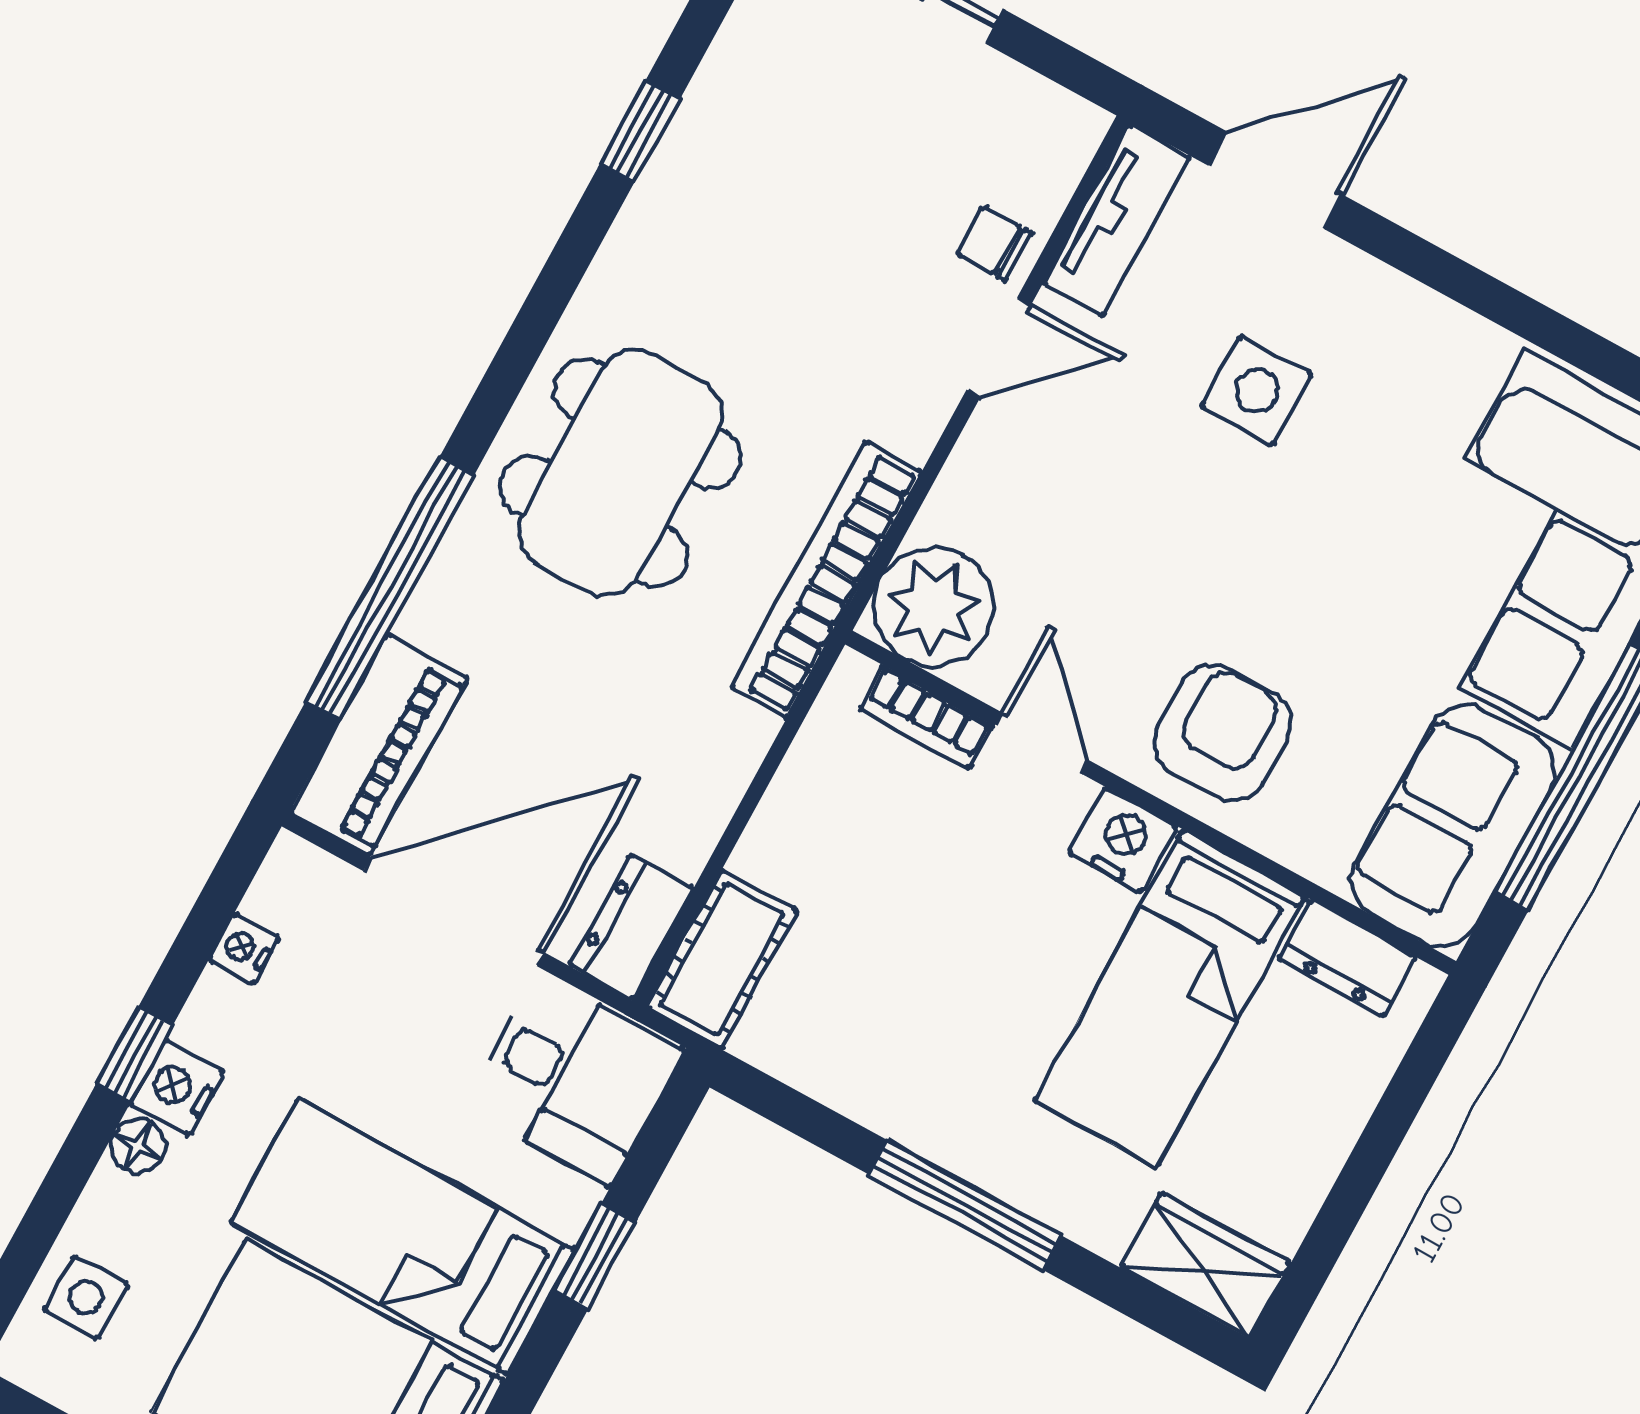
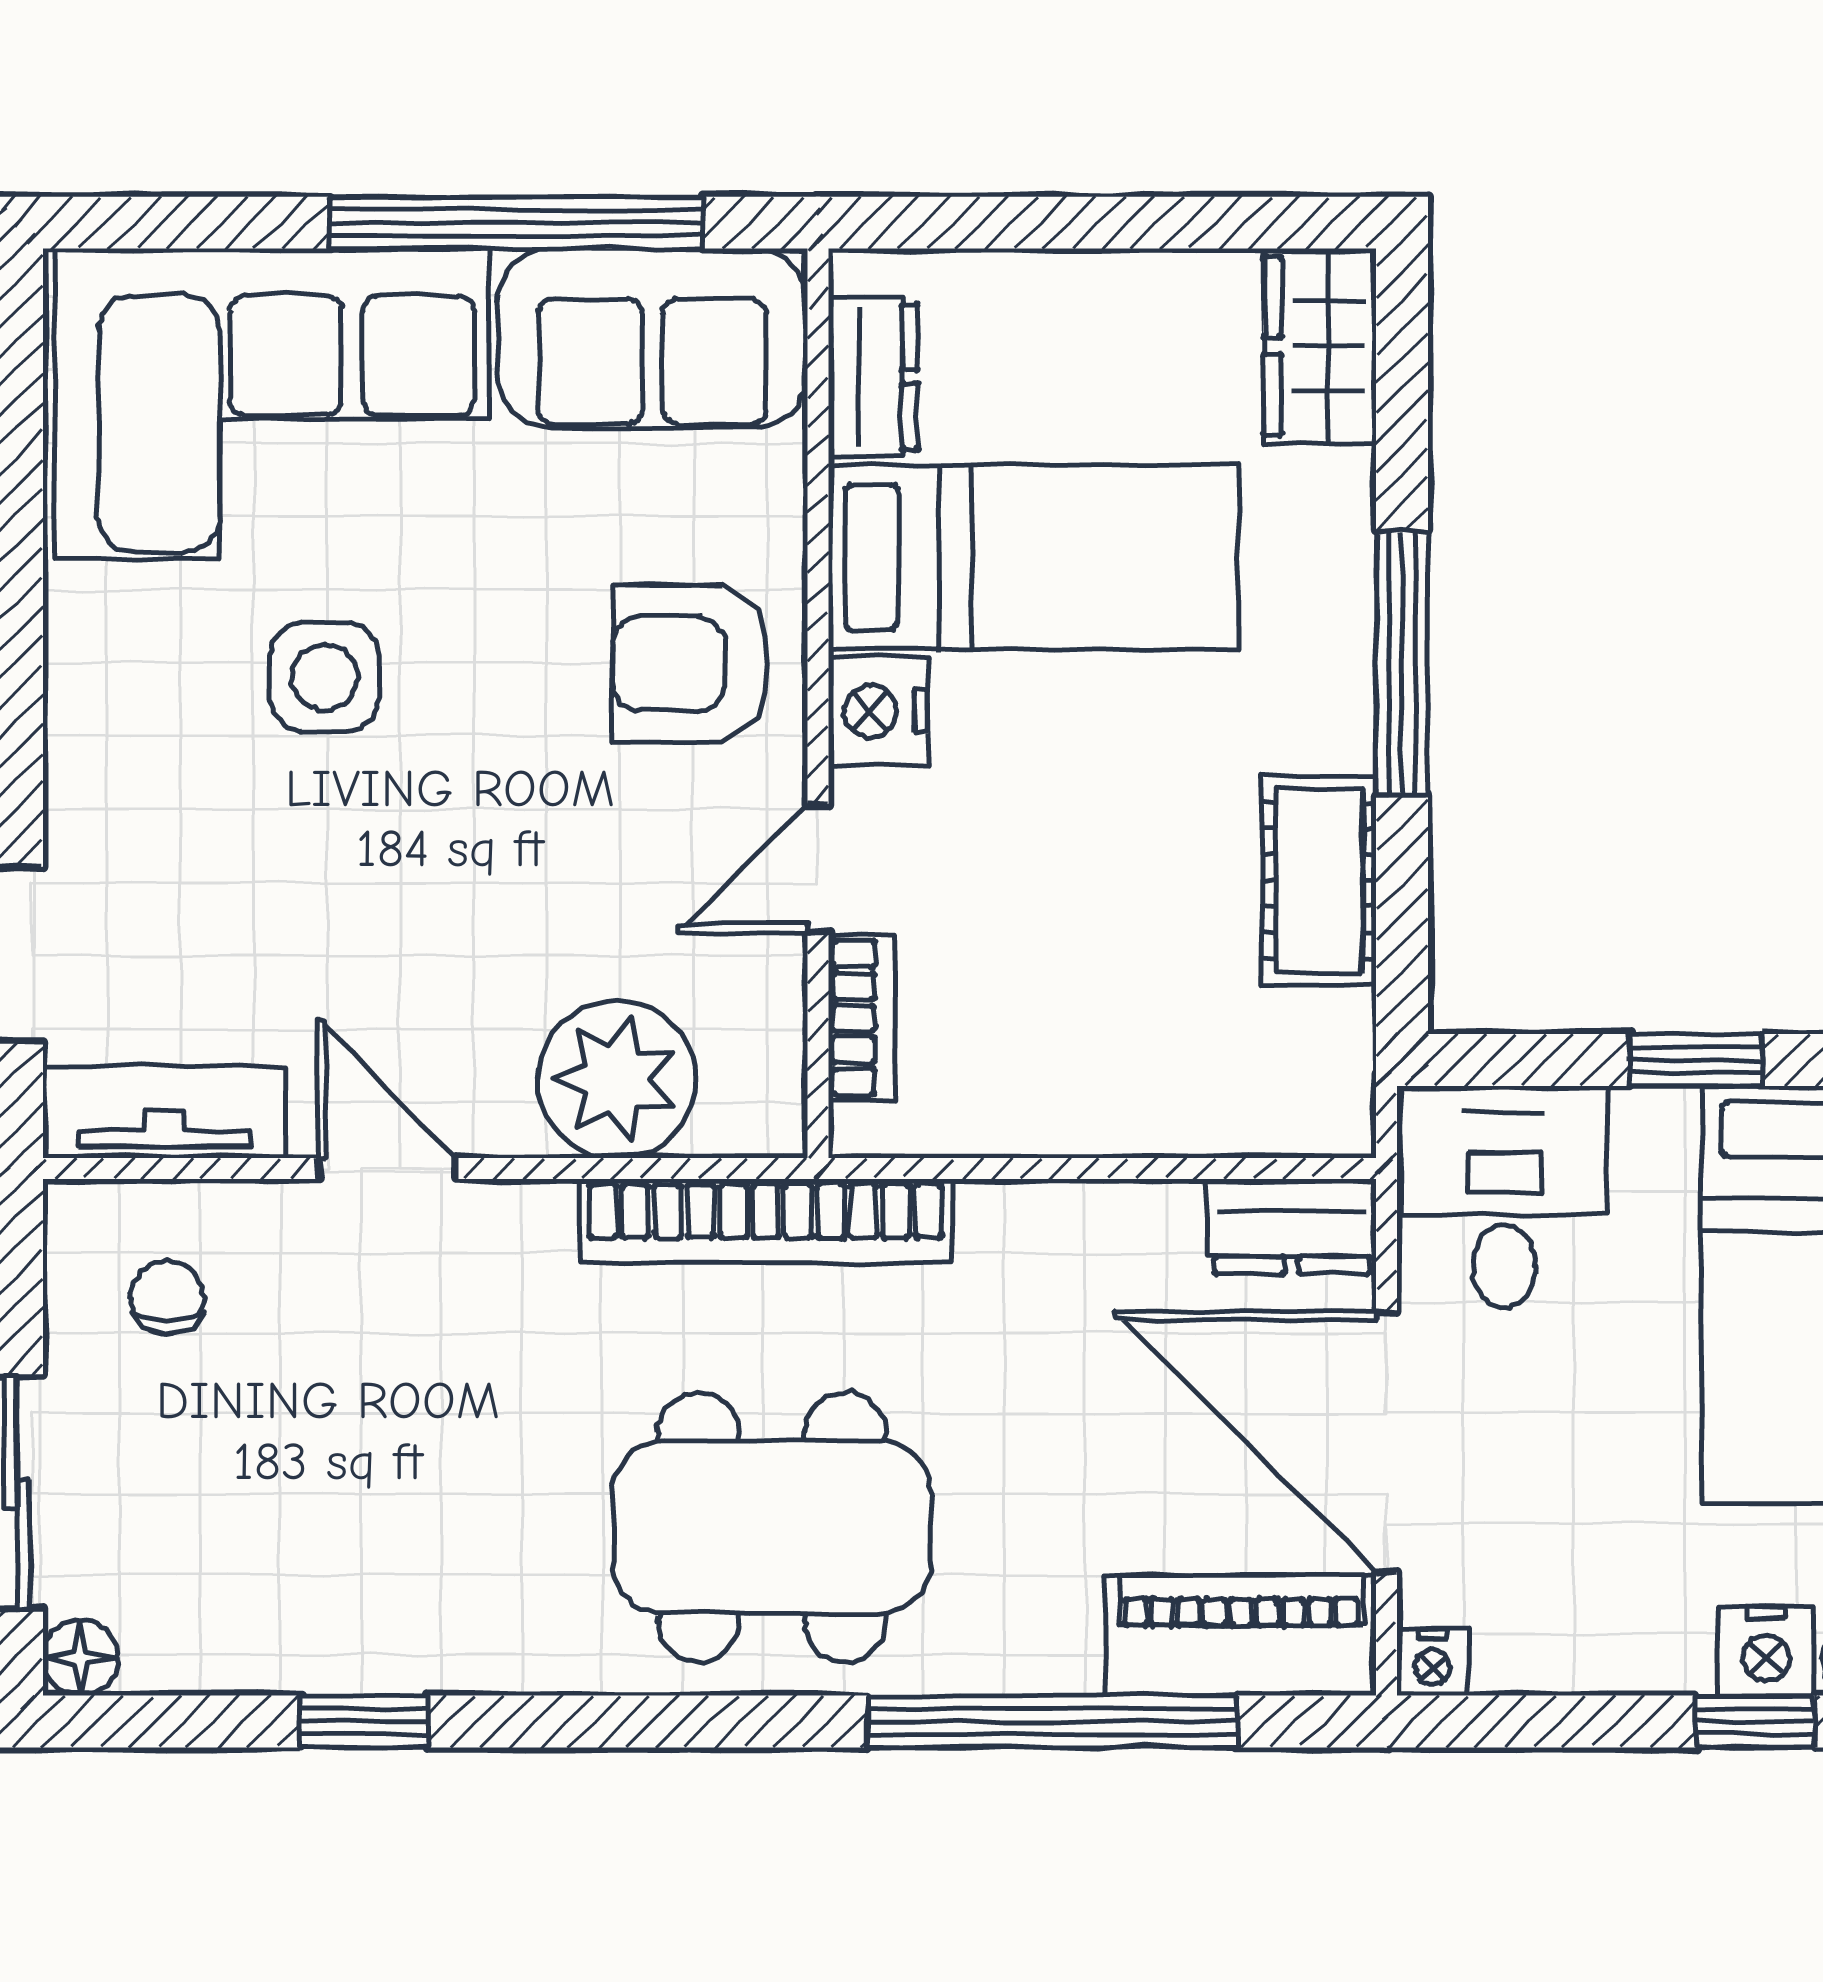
chair: (995, 244) -> (167, 1298), moved, turned 180
side table: (1257, 390) -> (325, 677), moved
plant: (933, 607) -> (617, 1079), moved
nightstand: (244, 949) -> (1432, 1662), moved
cot: (722, 959) -> (1319, 881), moved, turned 90

